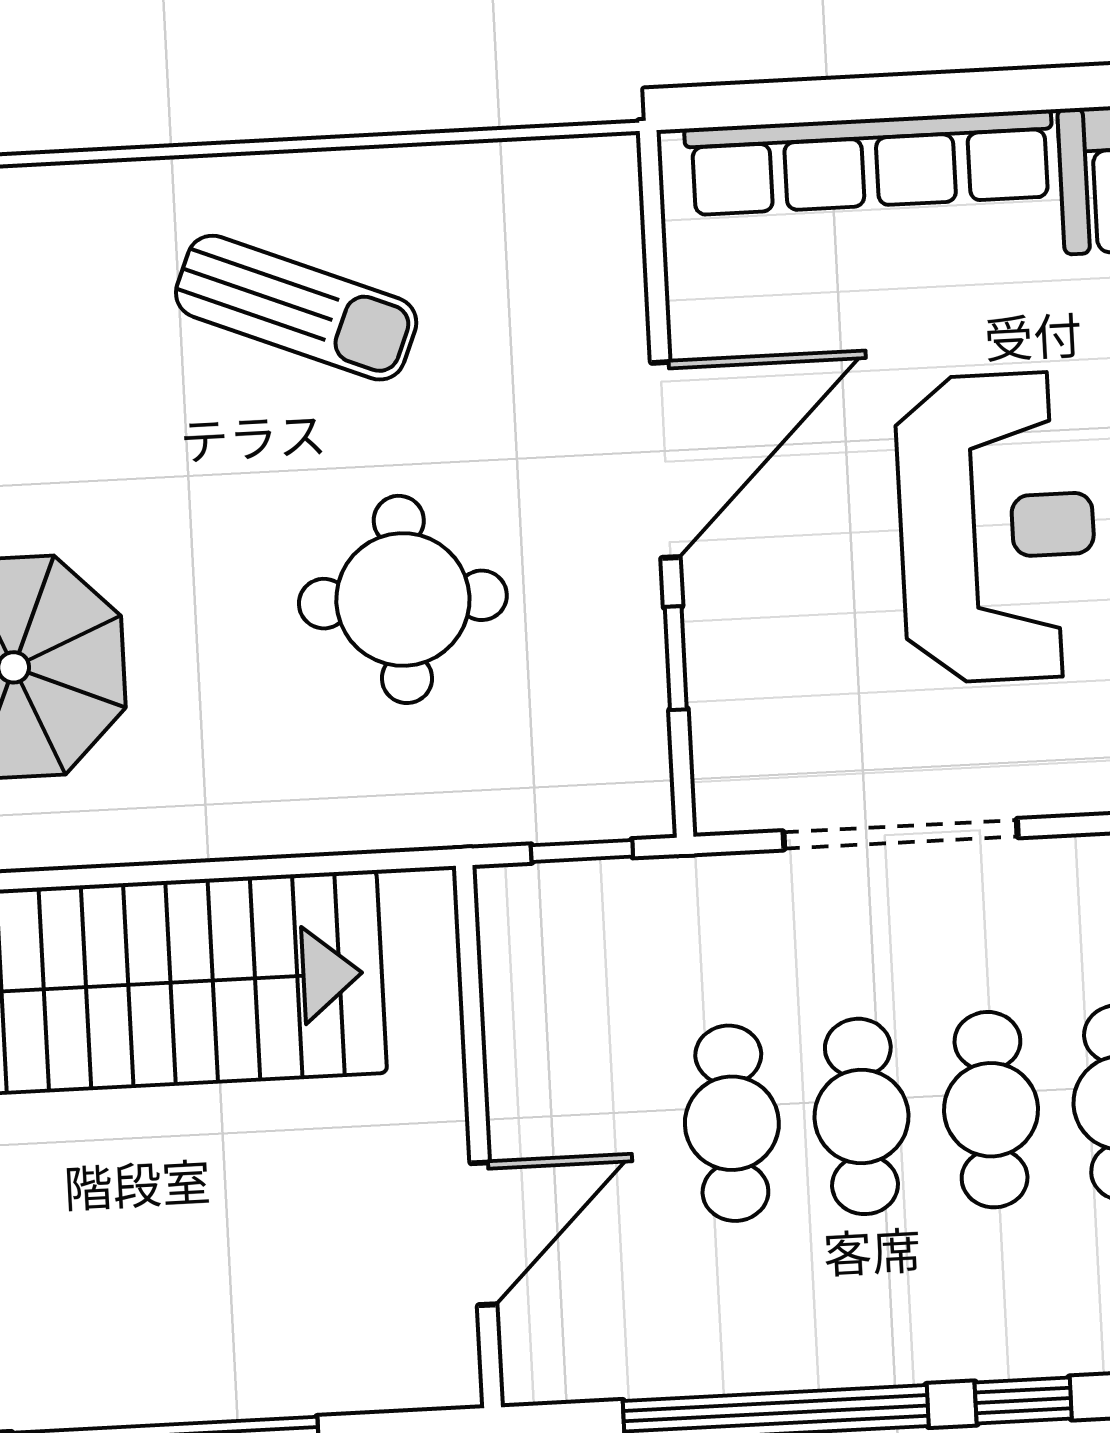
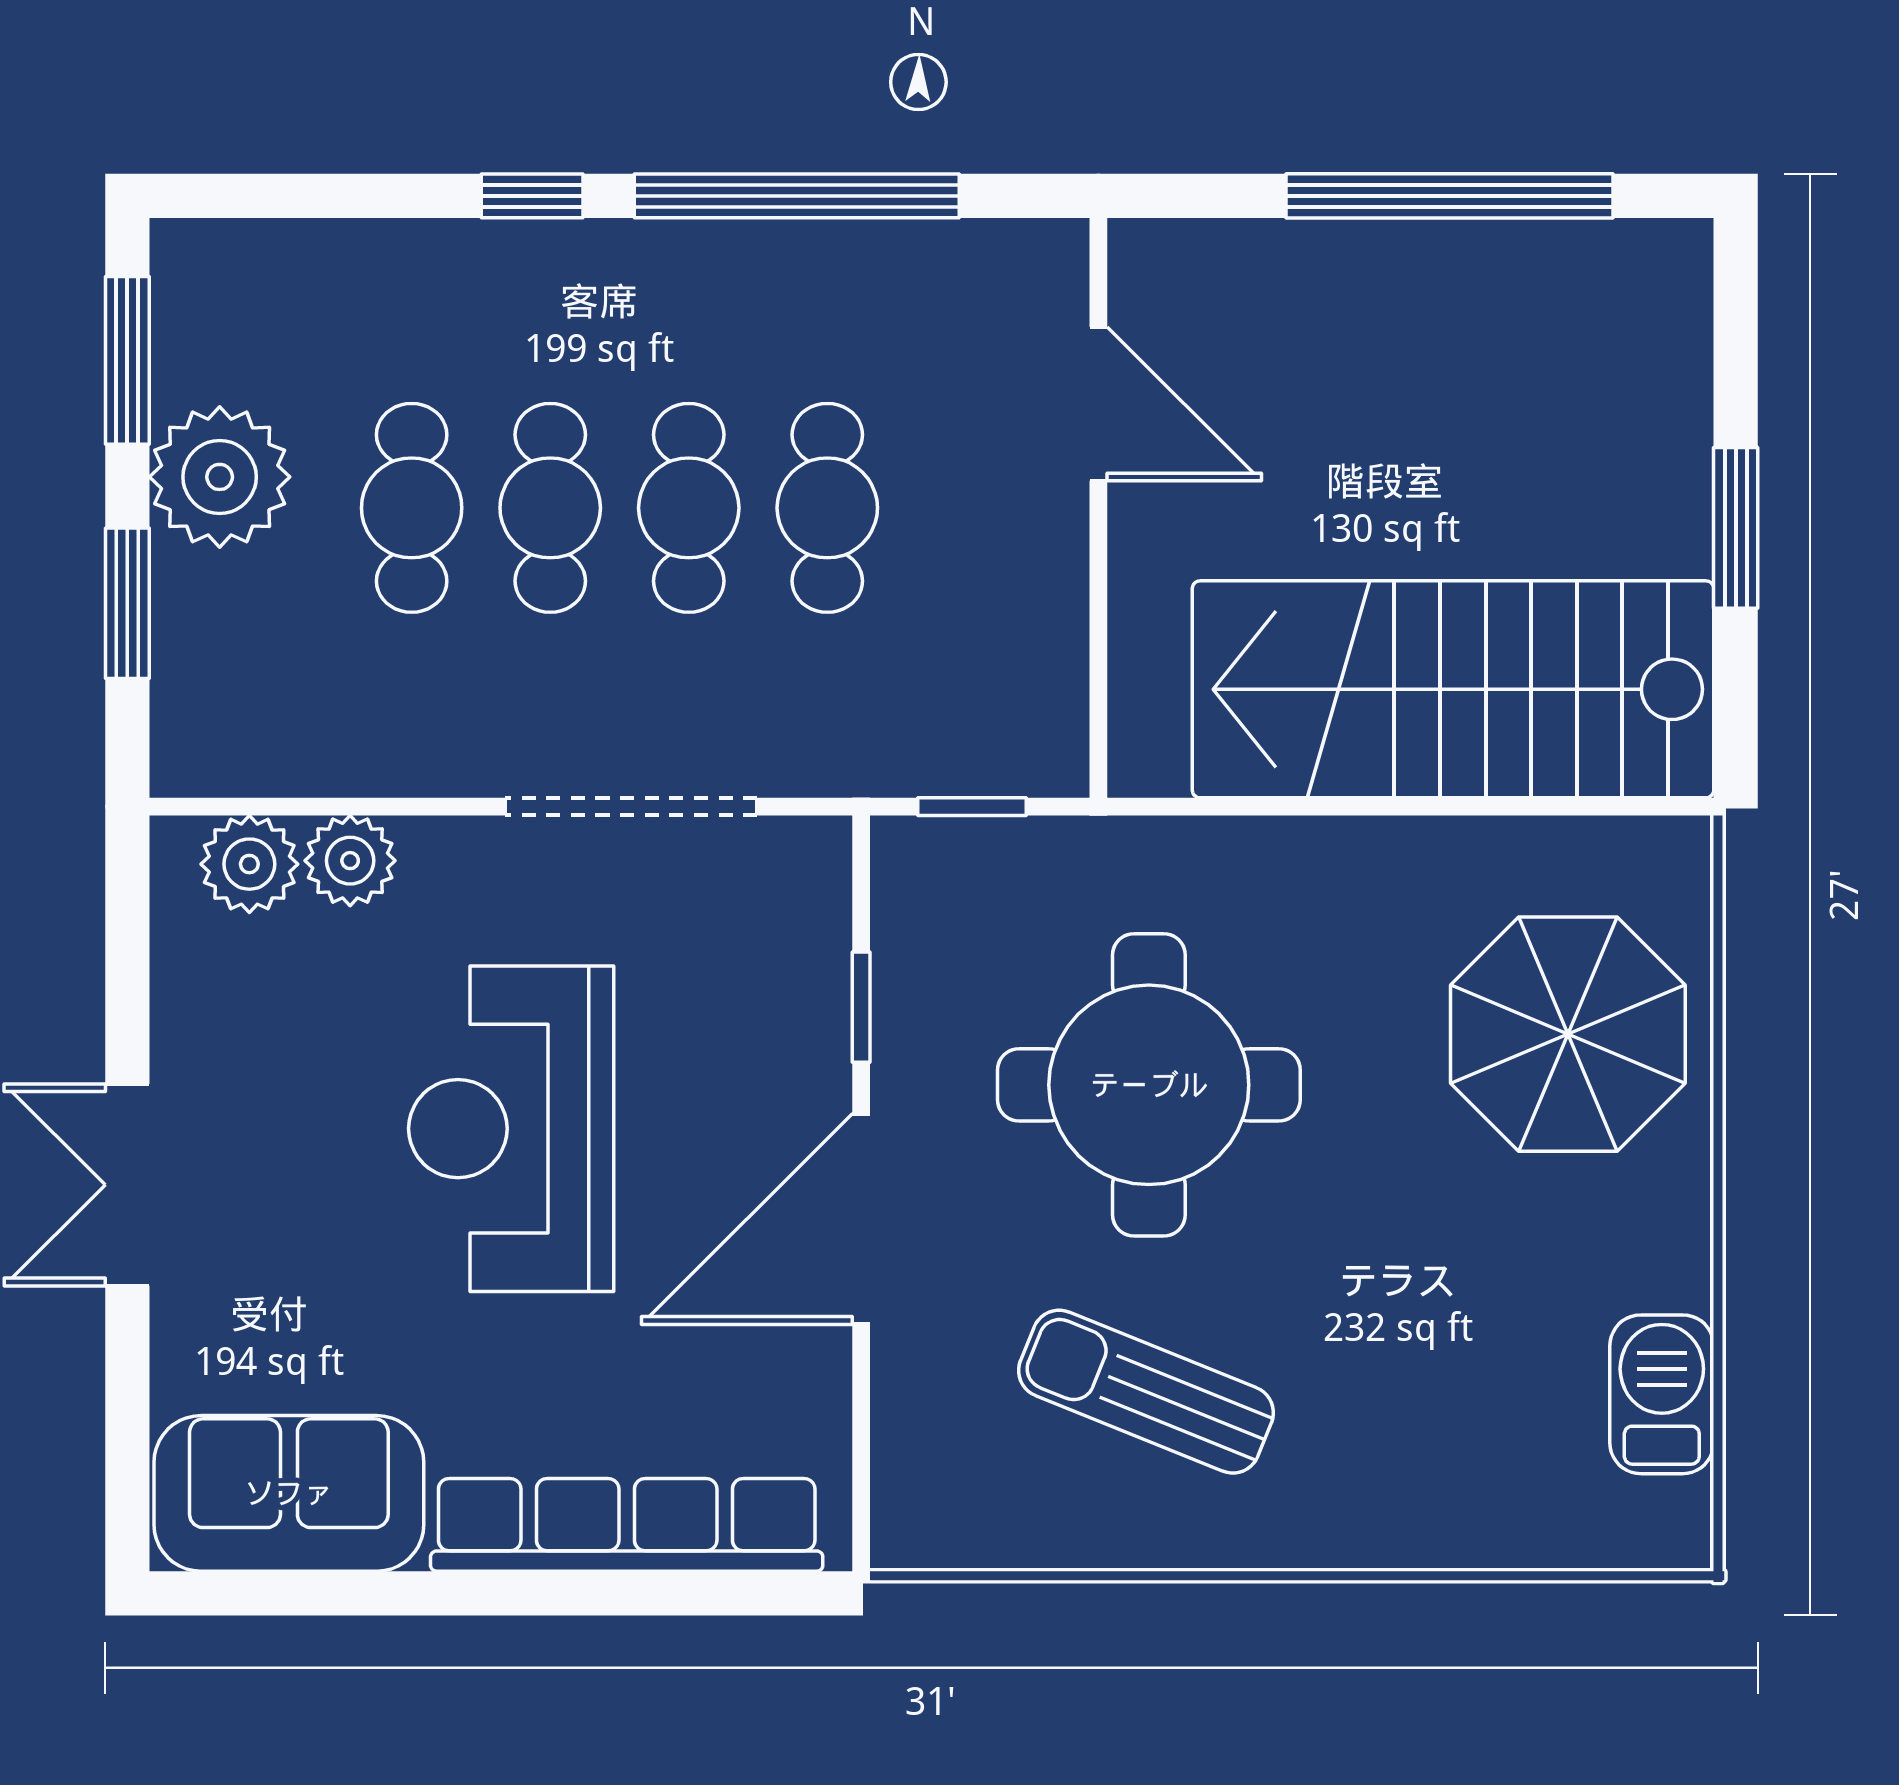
sun lounger: (296, 308) -> (1146, 1392), moved
round table: (403, 599) -> (1149, 1085), width x1.36, depth x1.36
door: (483, 1234) -> (1098, 404), swing flipped

